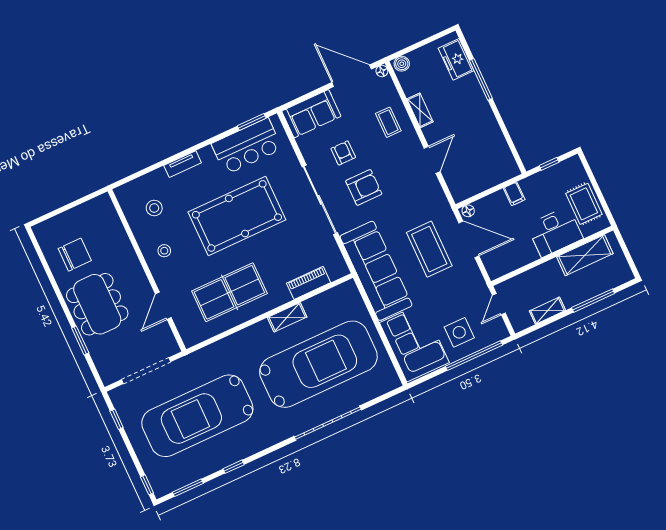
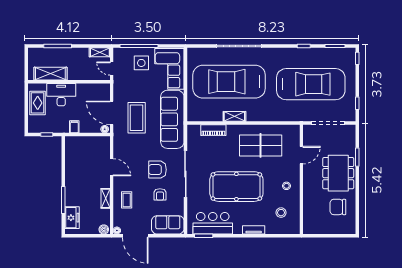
door: (432, 160) -> (112, 167), swing flipped
door: (499, 304) -> (112, 69), swing flipped
shelving: (547, 311) -> (100, 52), moved

